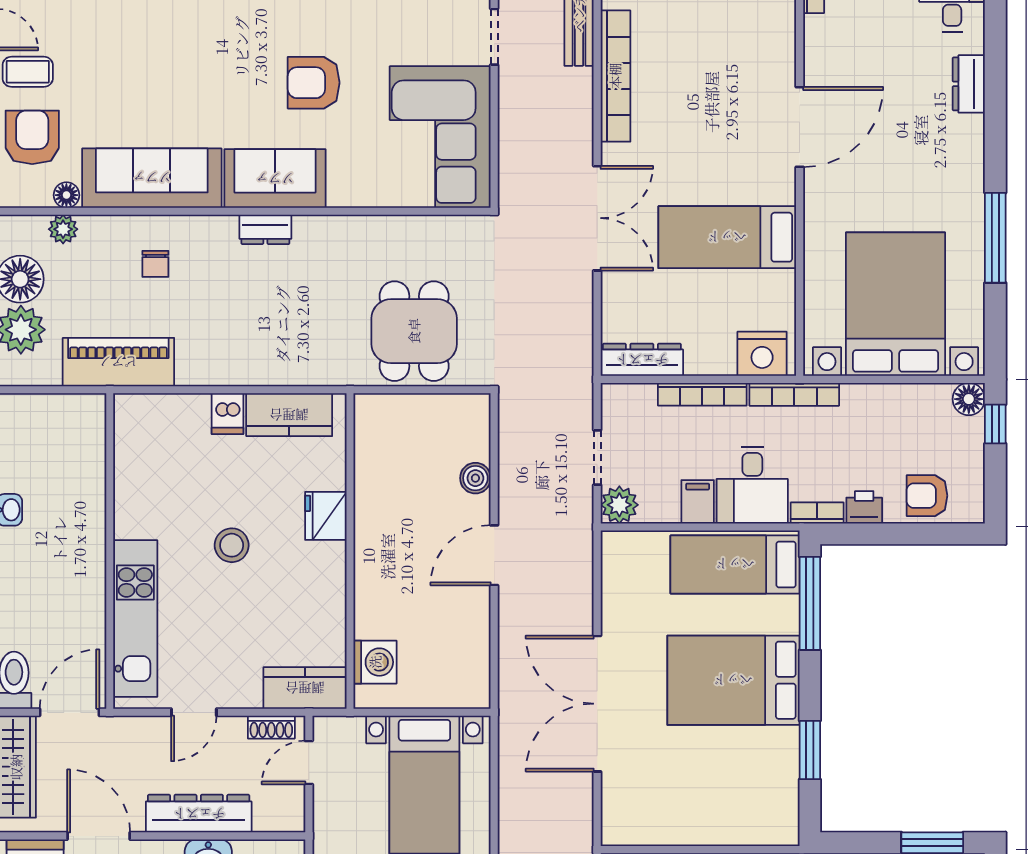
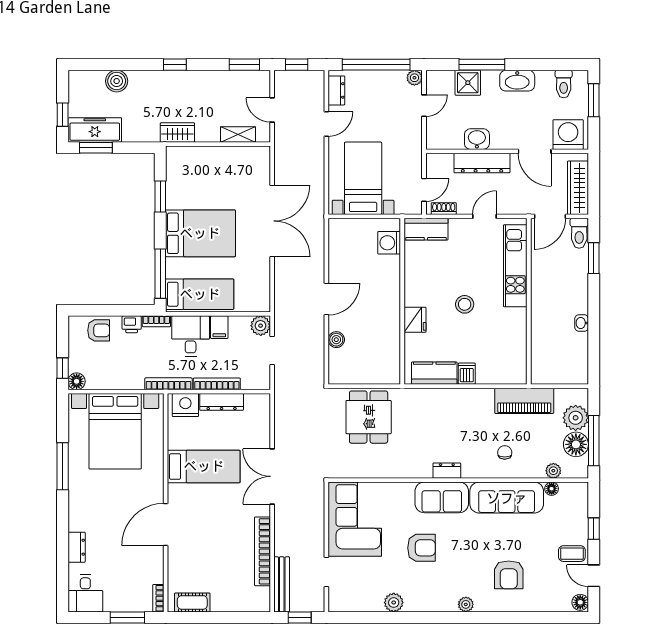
armchair: (32, 137) -> (509, 575), moved
dresser: (642, 360) -> (222, 402), moved

